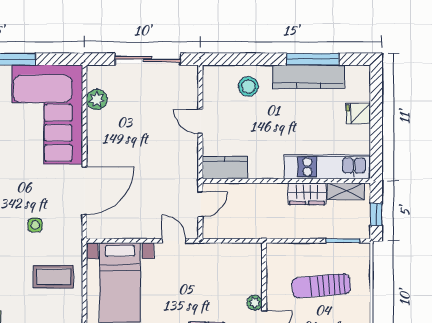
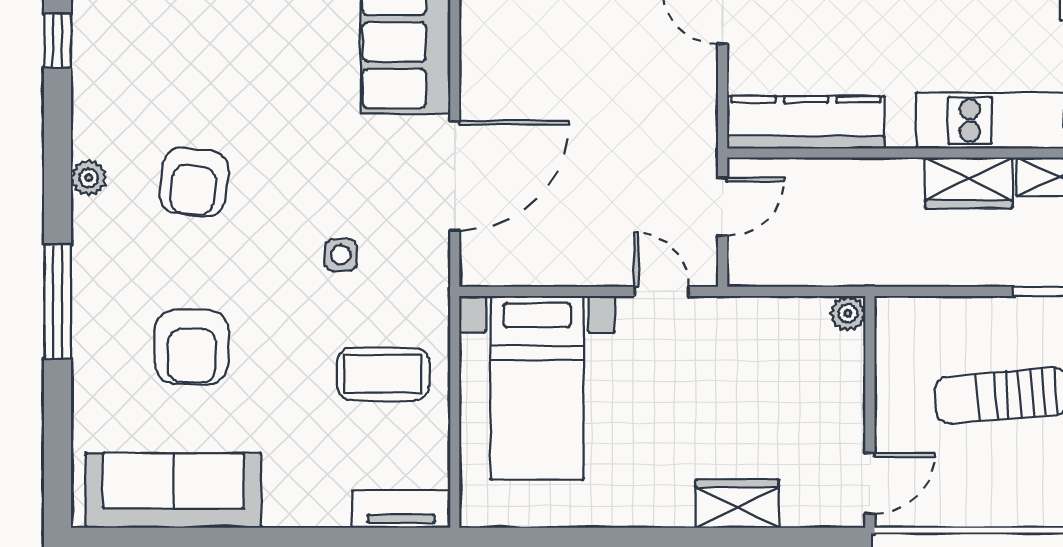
kitchen counter: (225, 168) -> (806, 122), width x1.50
plant: (255, 303) -> (848, 313), moved

